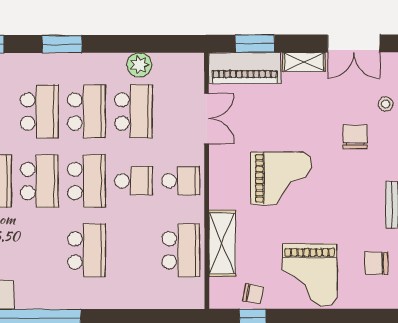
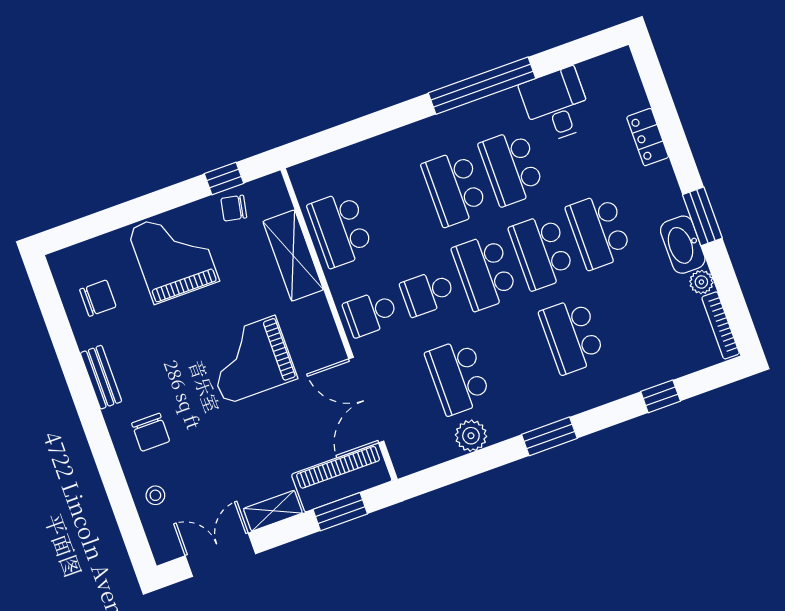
window: (62, 44) -> (549, 436), moved
school desk: (86, 112) -> (511, 168), moved
double door: (207, 119) -> (366, 400), width x1.37
chair: (355, 137) -> (151, 432), moved

